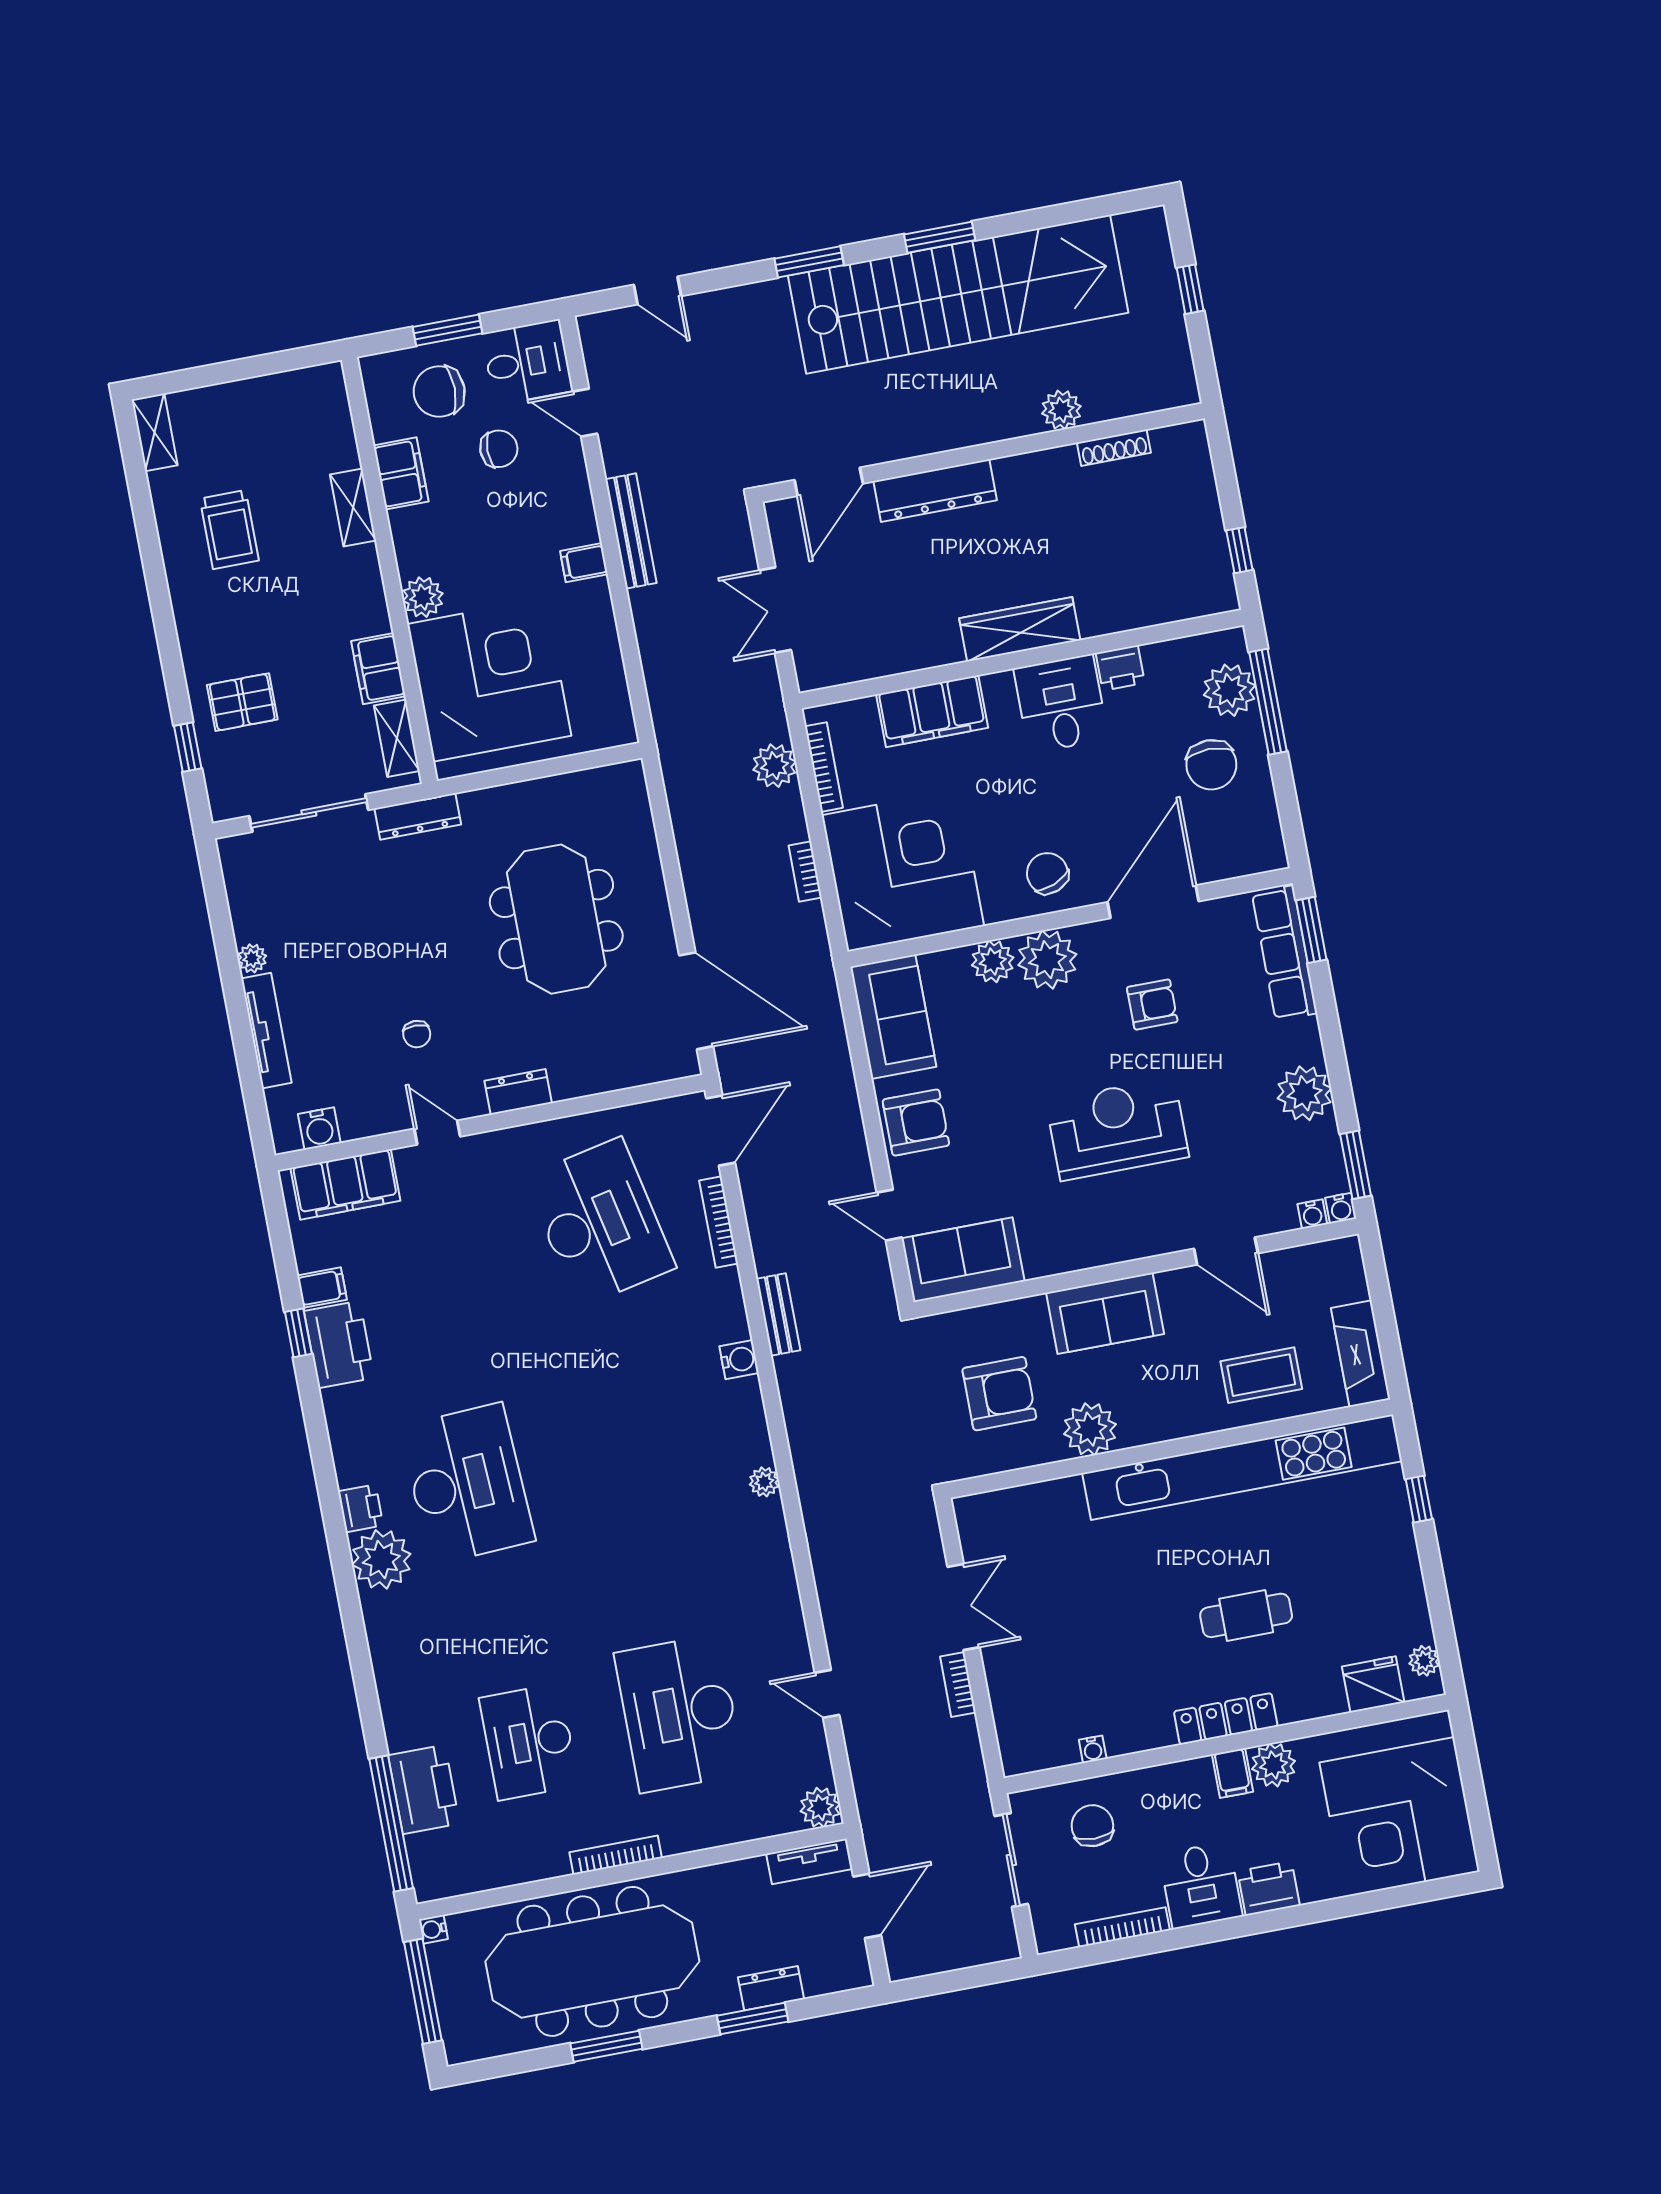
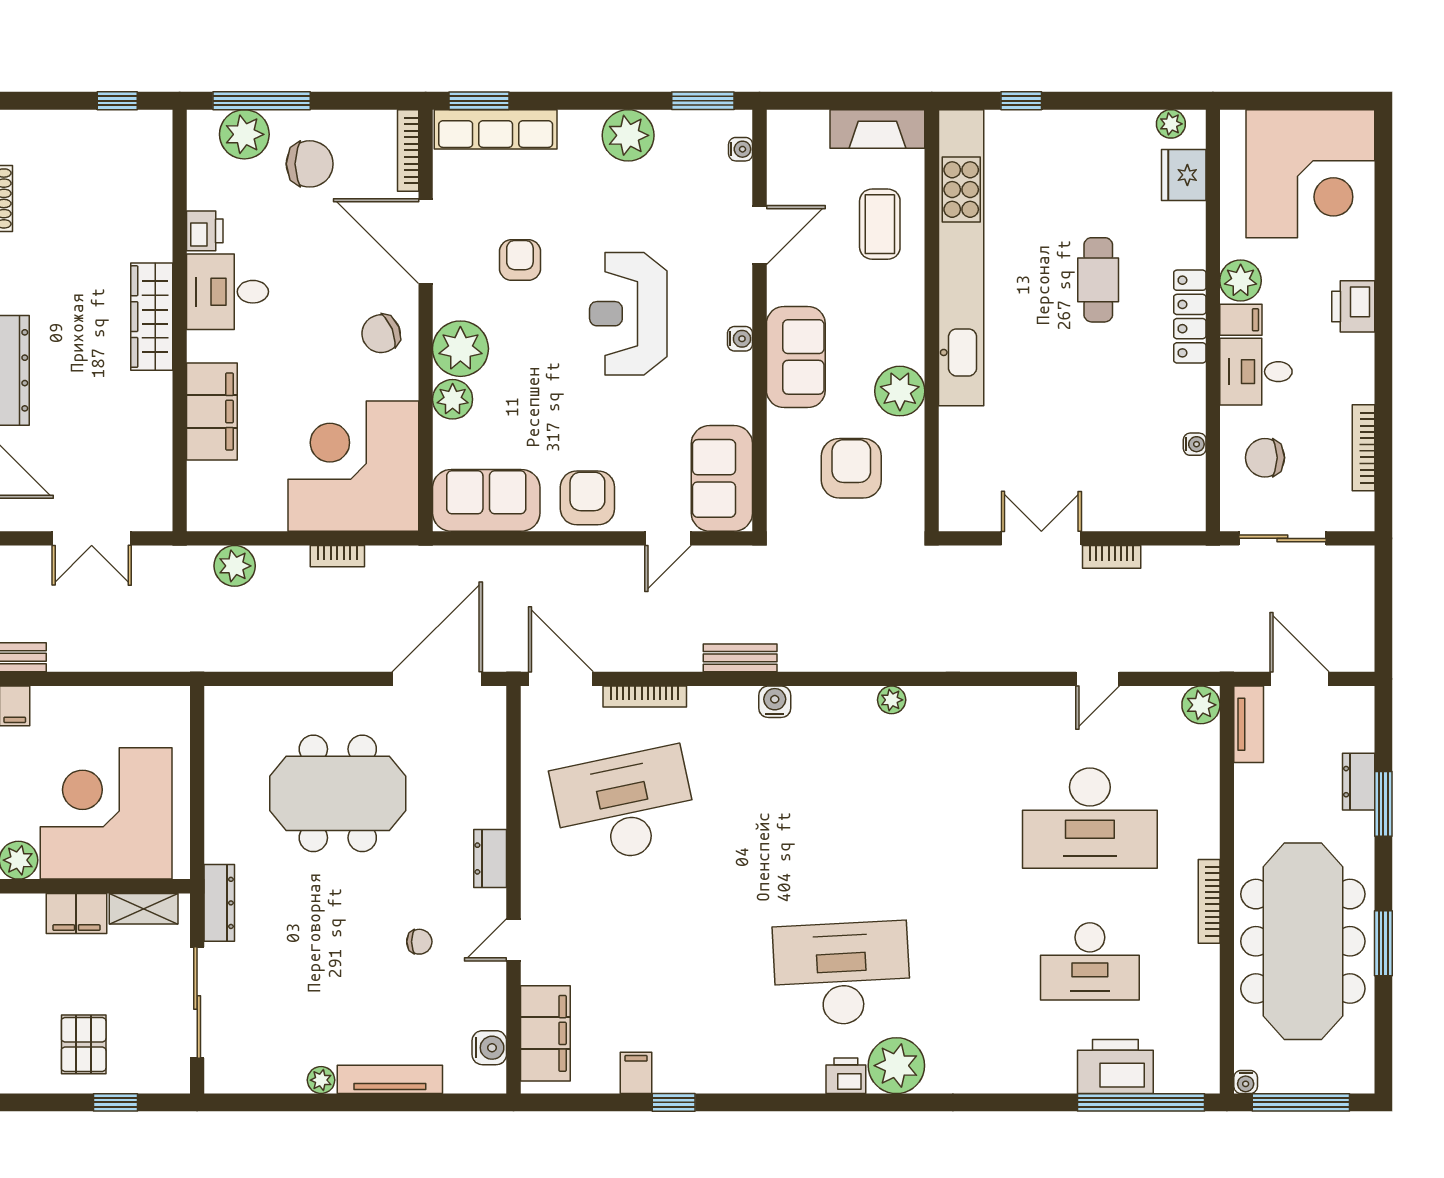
bookcase: (824, 767) -> (408, 150), moved, turned -90
water cooler: (1341, 1208) -> (740, 339), moved
printer: (339, 1344) -> (691, 1067), removed
desk: (1201, 1885) -> (1256, 372), moved, turned 180

